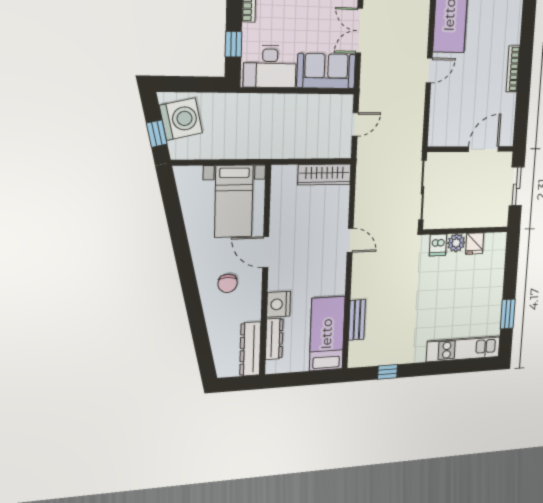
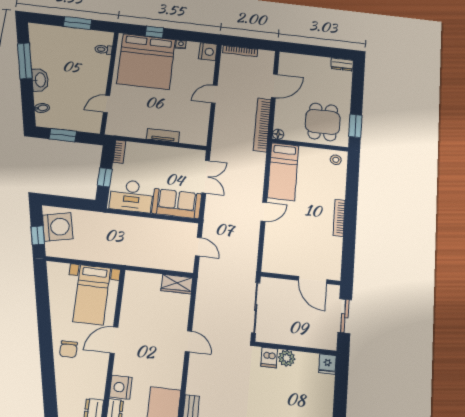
double door: (359, 31) -> (206, 177), swing flipped
door: (355, 124) -> (198, 247), hinge flipped
door: (484, 149) -> (313, 280), swing flipped
wardrobe: (324, 174) -> (177, 284), width x0.67
fridge: (475, 244) -> (327, 364), moved
door: (266, 252) -> (114, 340), hinge flipped
chair: (228, 283) -> (68, 349), moved

